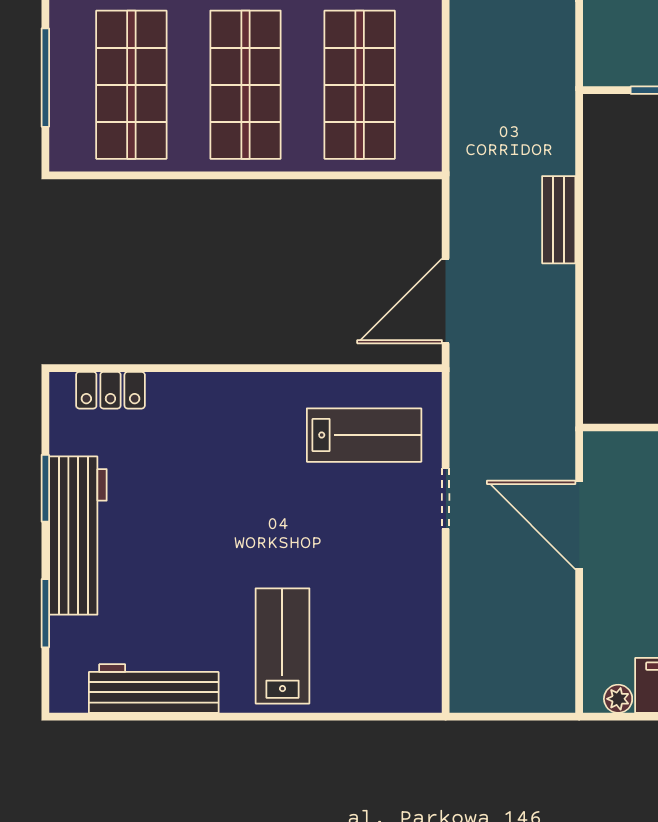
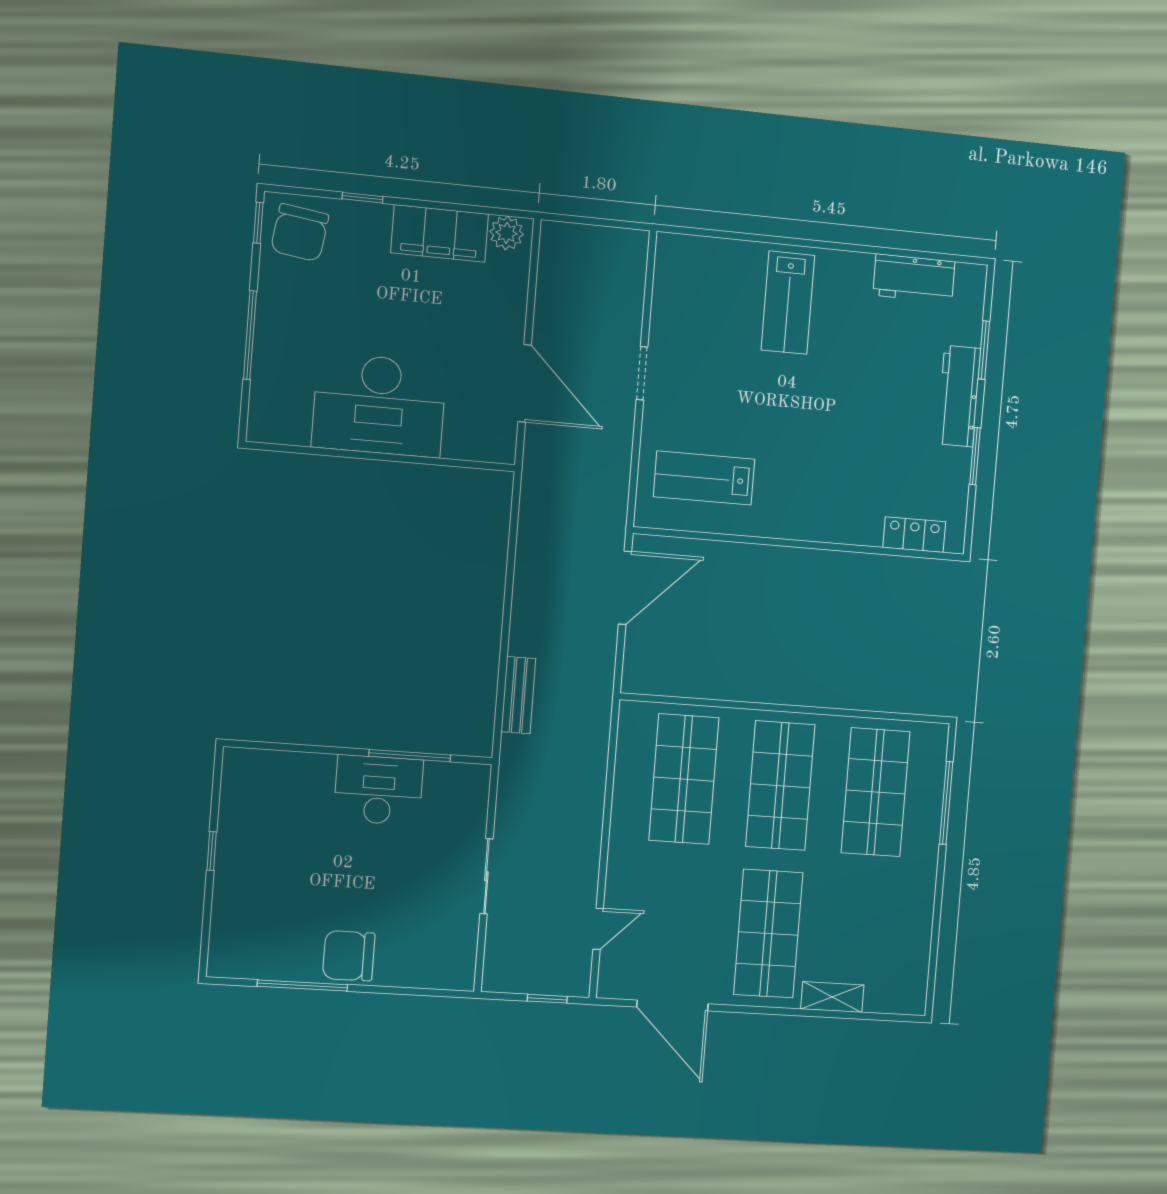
bench: (559, 220) -> (518, 695), moved
doorway: (446, 498) -> (642, 373), moved
workbench: (78, 536) -> (959, 396), width x0.73, depth x0.76
workbench: (154, 689) -> (914, 278), width x0.73
plant: (618, 699) -> (507, 233), width x1.38, depth x1.38

